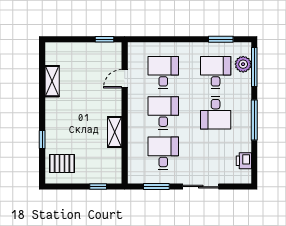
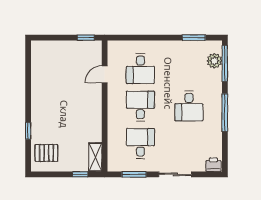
desk: (163, 73) -> (140, 69), turned 180
desk: (216, 73) -> (189, 69), removed
shelving: (52, 81) -> (37, 77), removed
shelving: (115, 132) -> (95, 157), moved
printer: (244, 161) -> (213, 165), moved, turned 90

